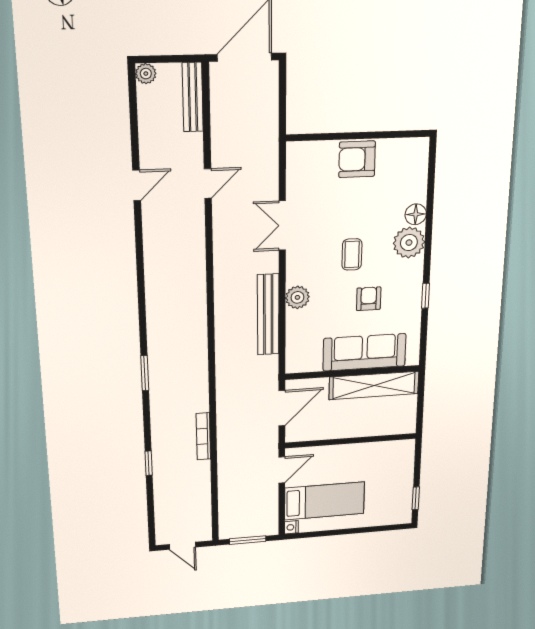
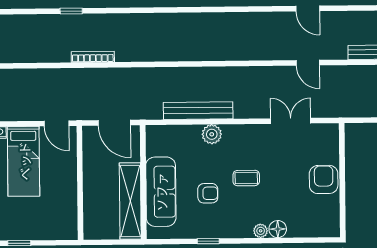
double door: (282, 226) -> (291, 121), moved
plant: (409, 243) -> (261, 231), width x0.53, depth x0.53
window: (145, 373) -> (153, 10), removed

